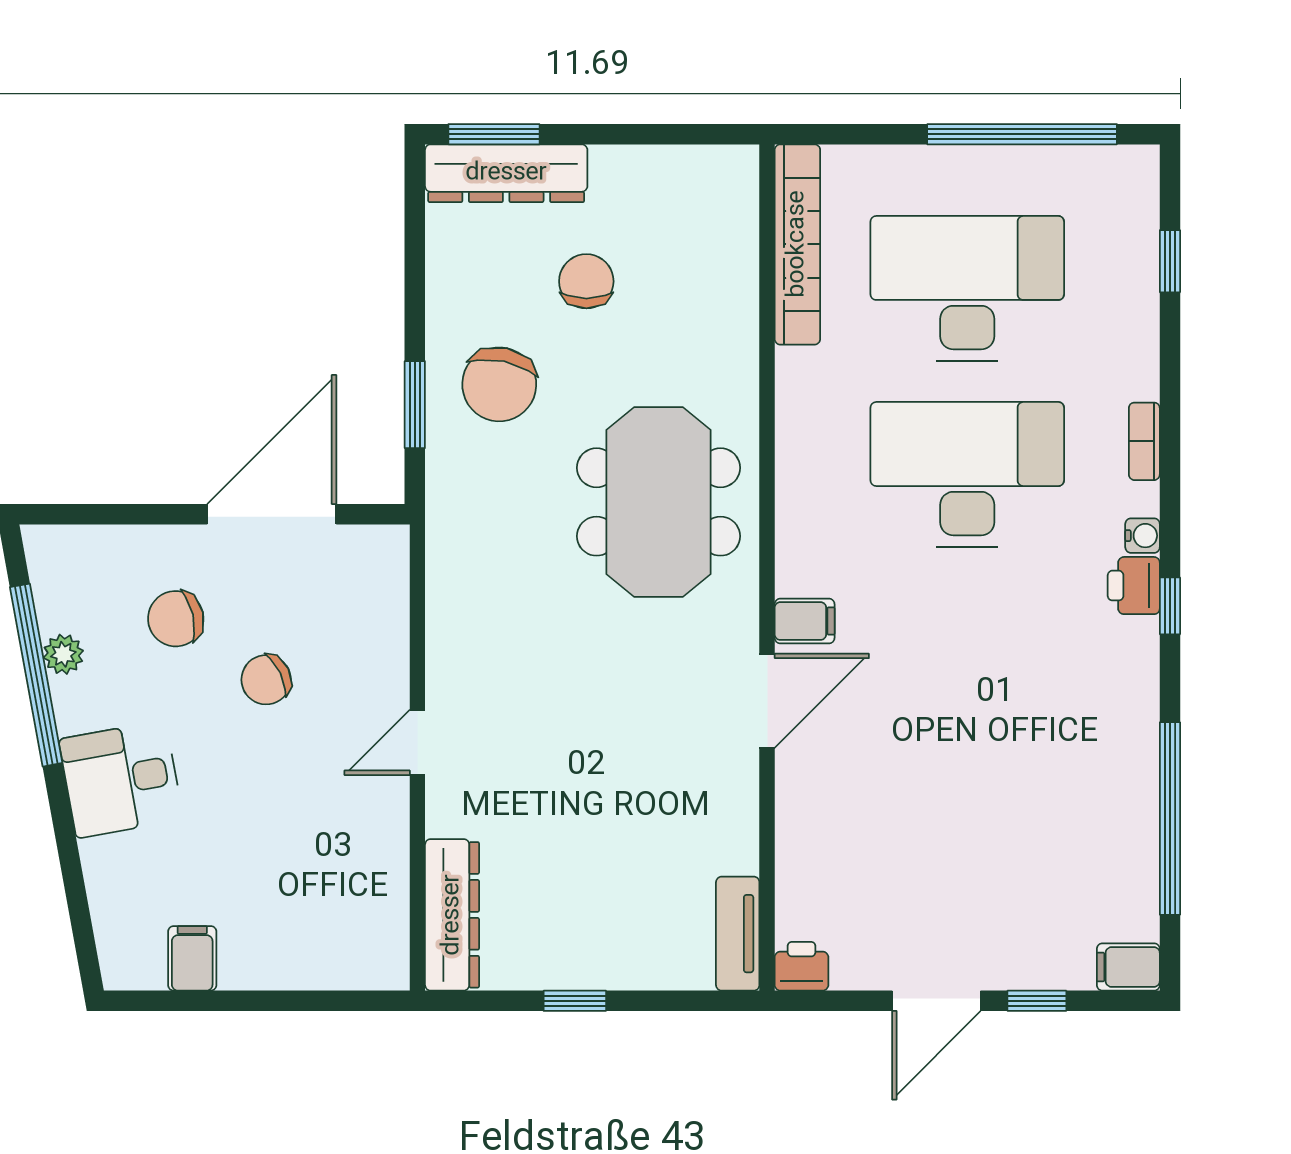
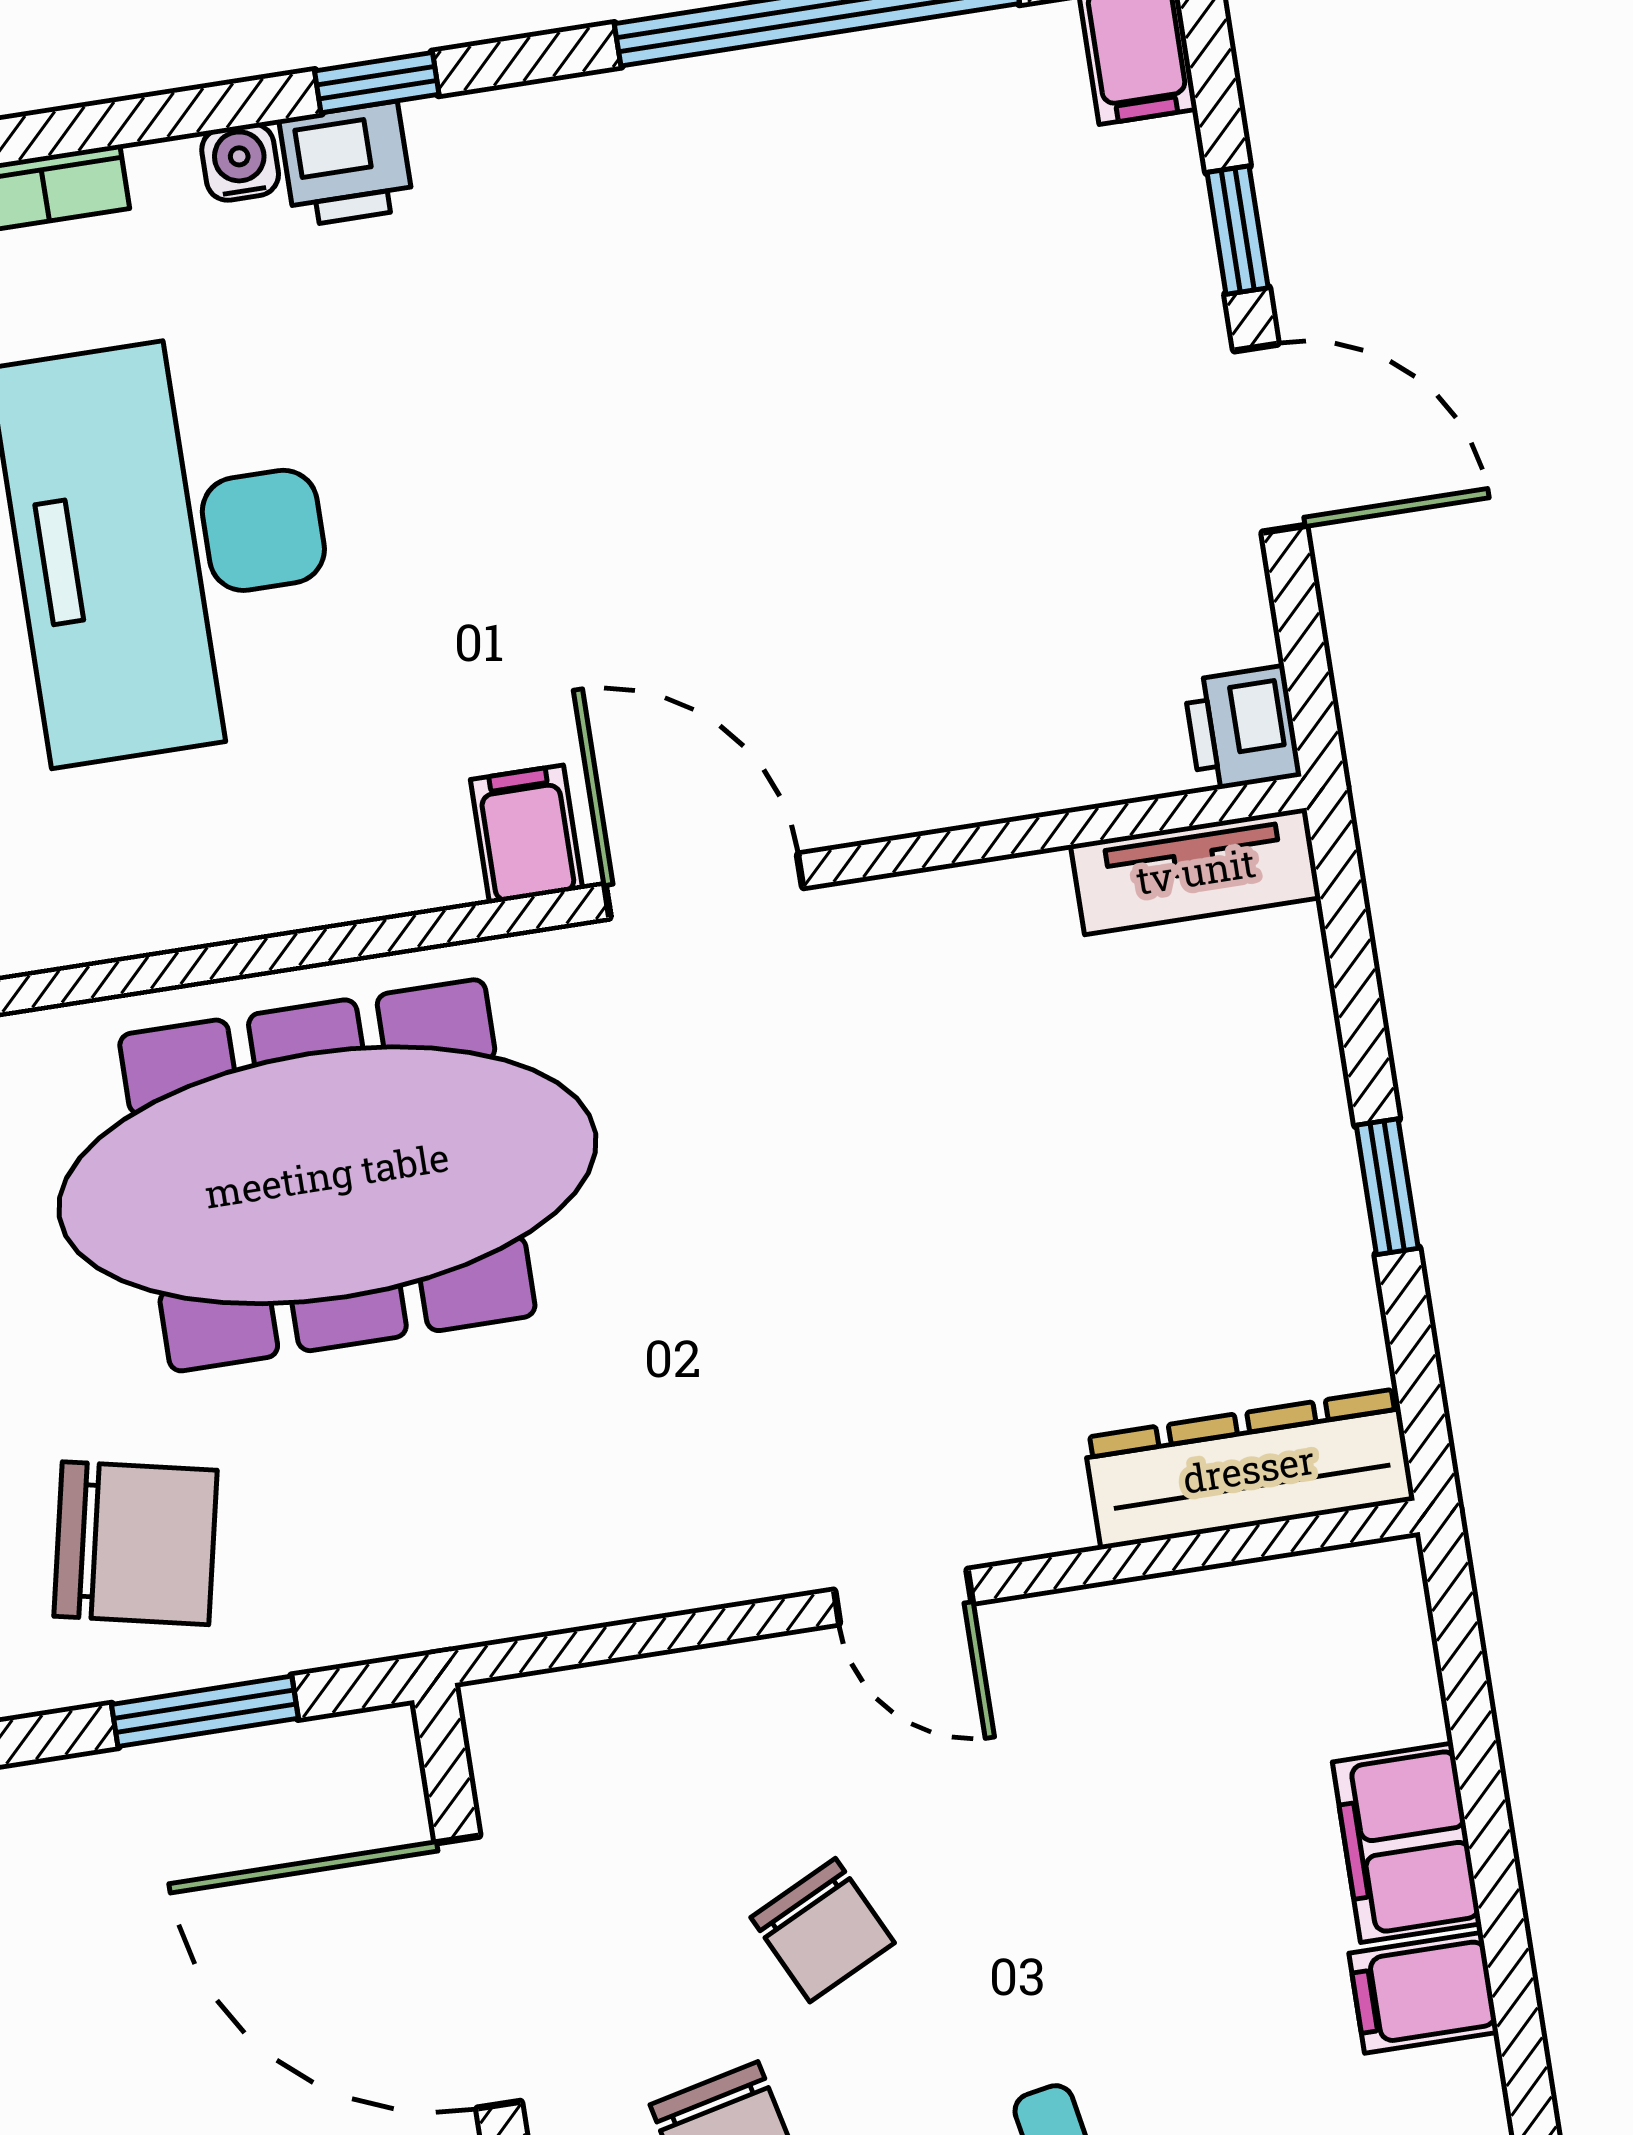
meeting table: (658, 502) -> (327, 1175), width x1.36
filing cabinet: (264, 962) -> (1407, 1843), added

